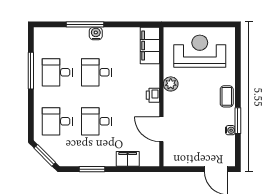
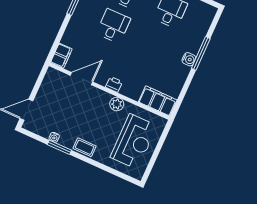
desk: (96, 72) -> (155, 45), removed
filing cabinet: (128, 159) -> (61, 56), moved

